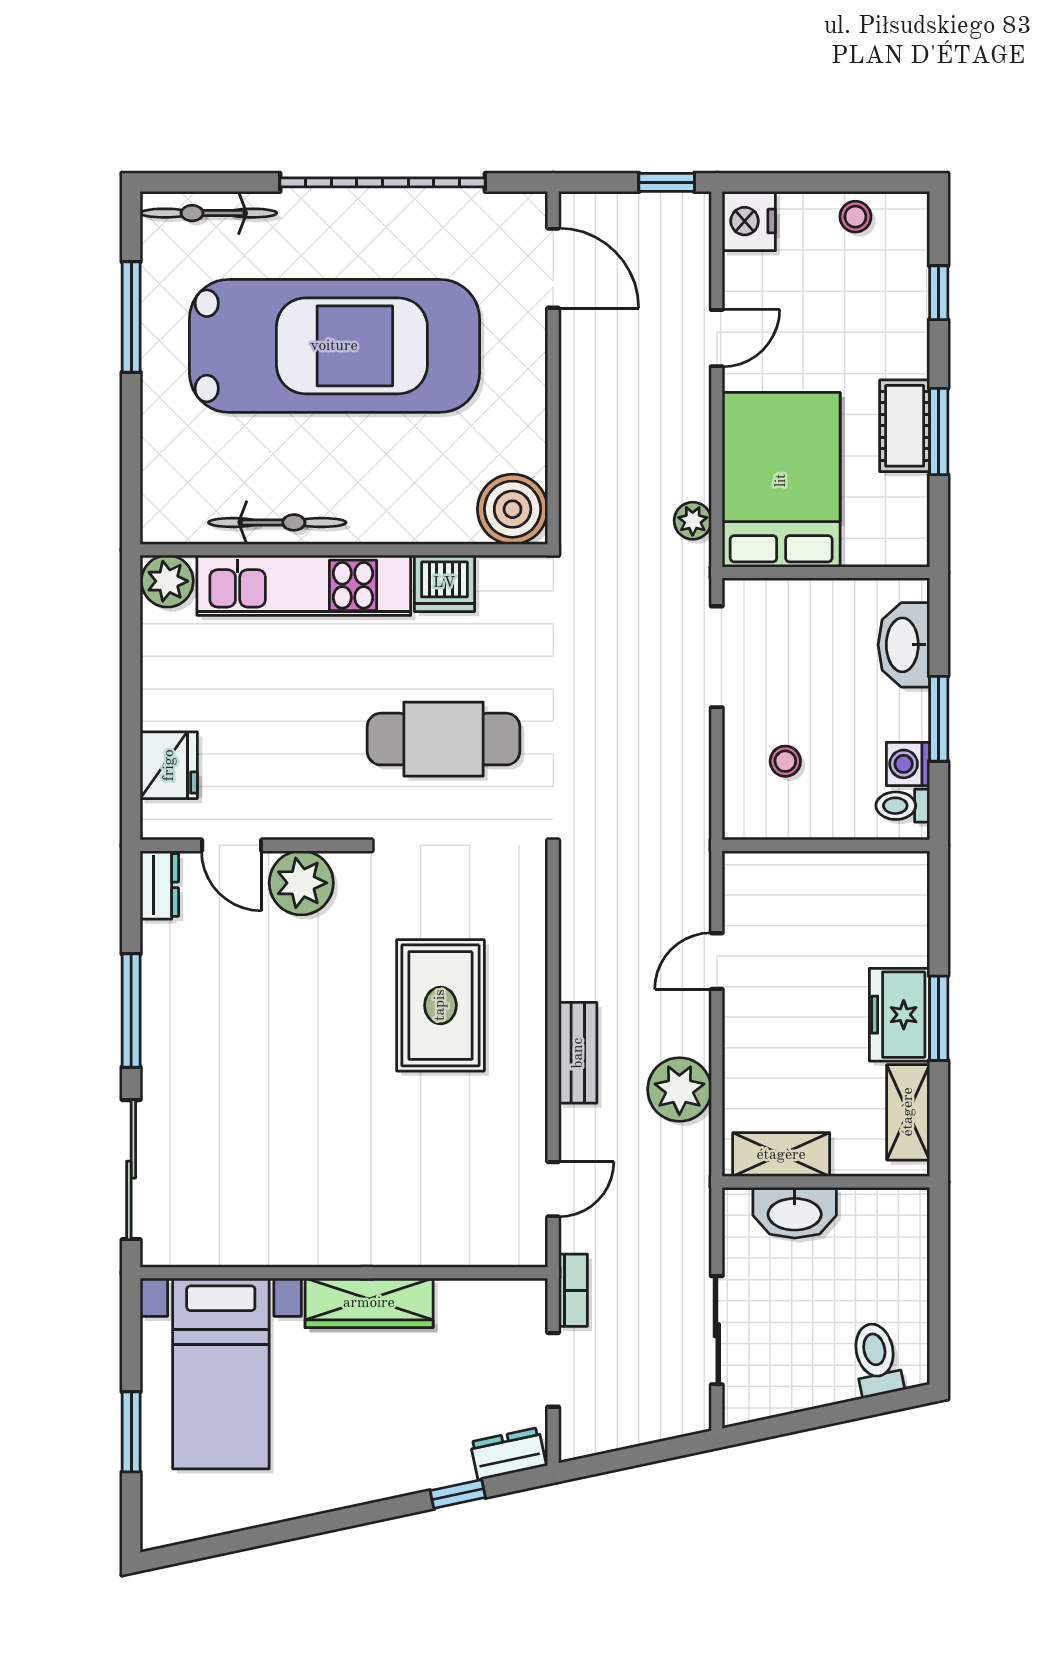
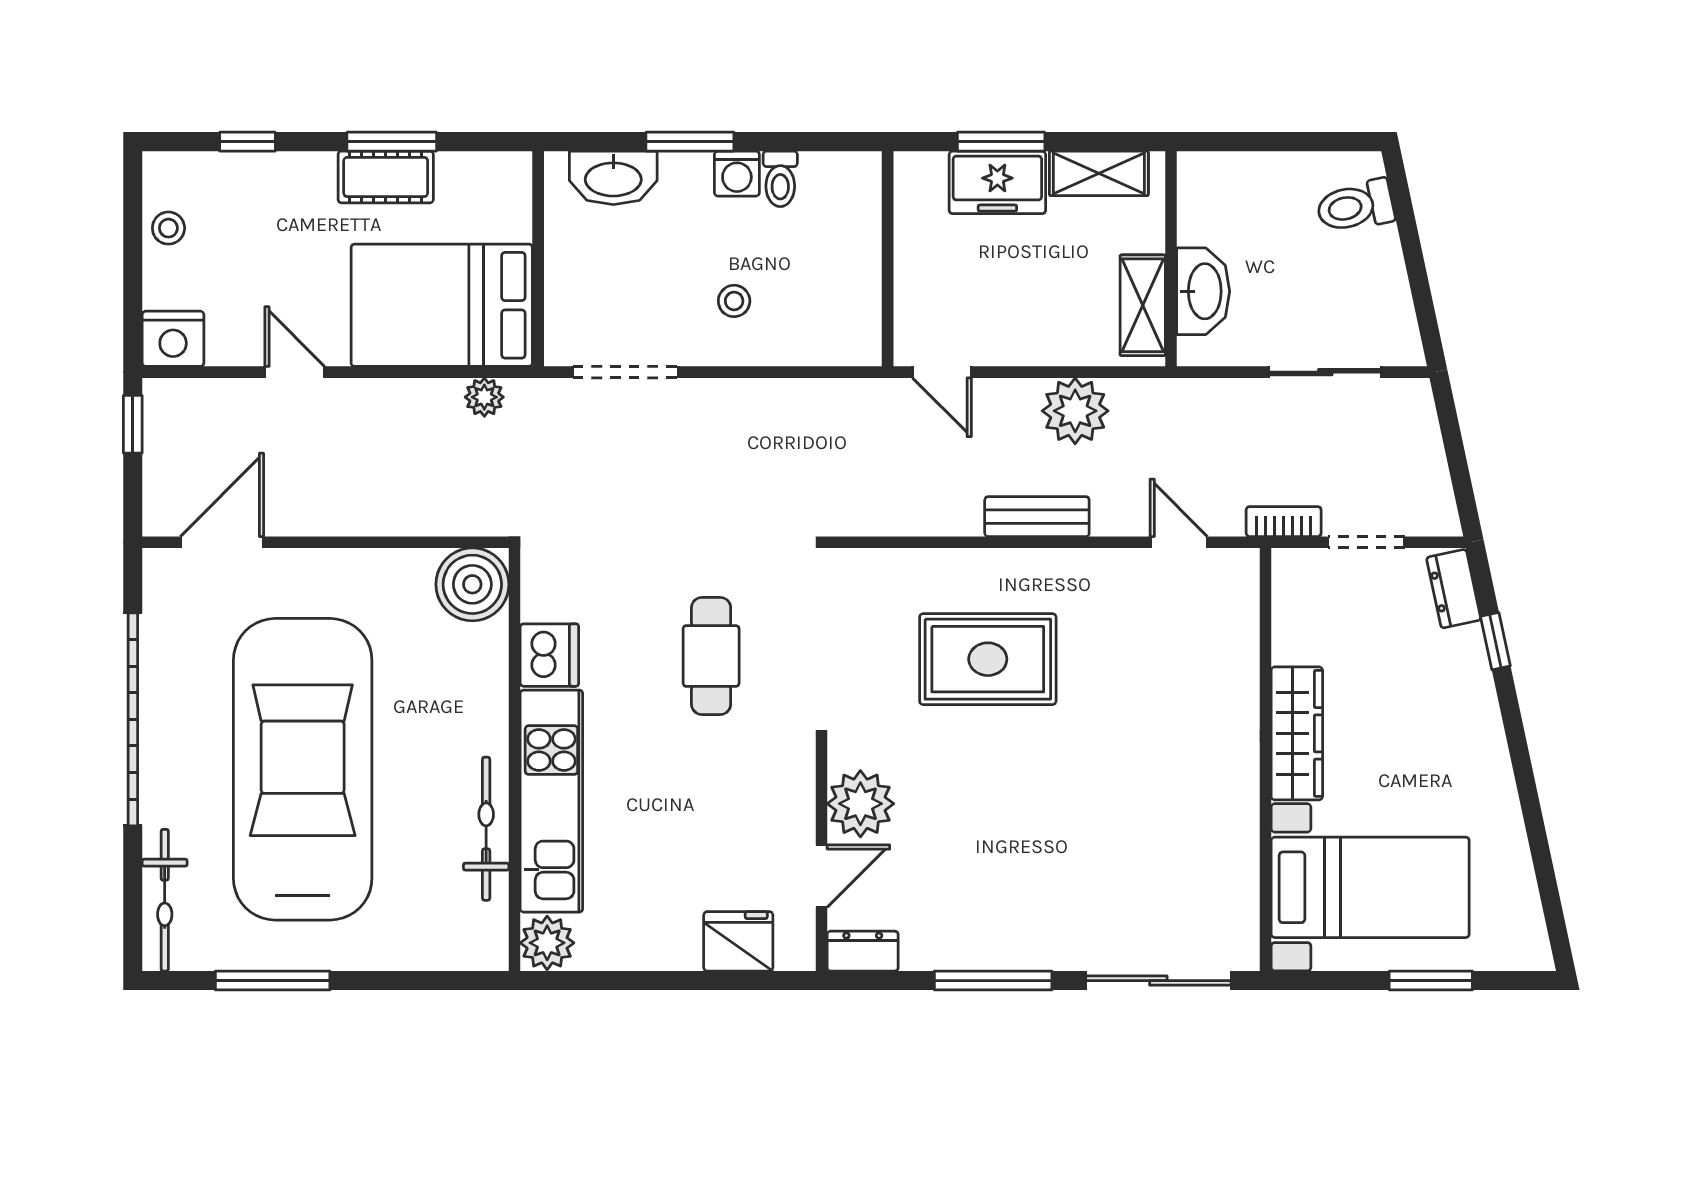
cafe table: (444, 739) -> (711, 656), width x0.73, depth x0.74
wall: (826, 845) -> (888, 259), moved

